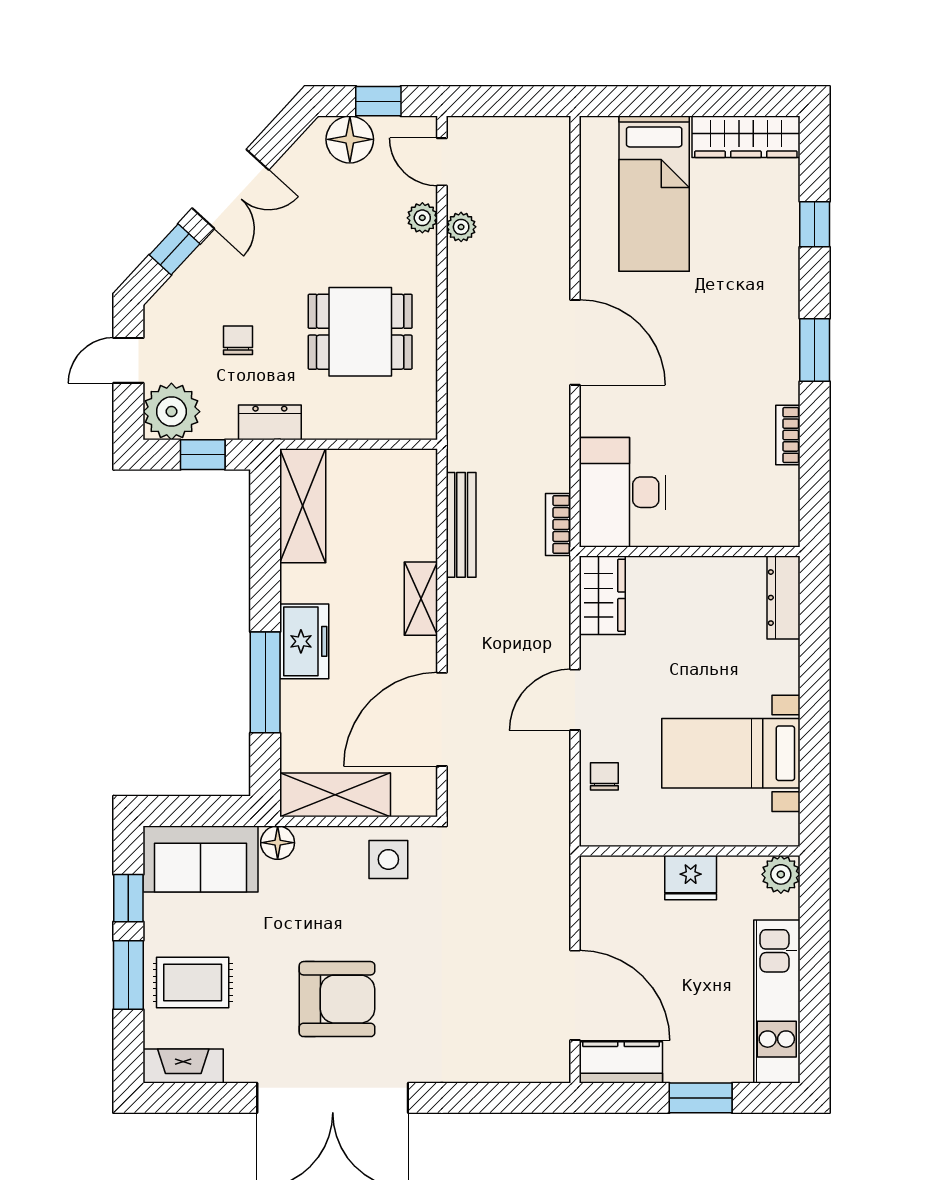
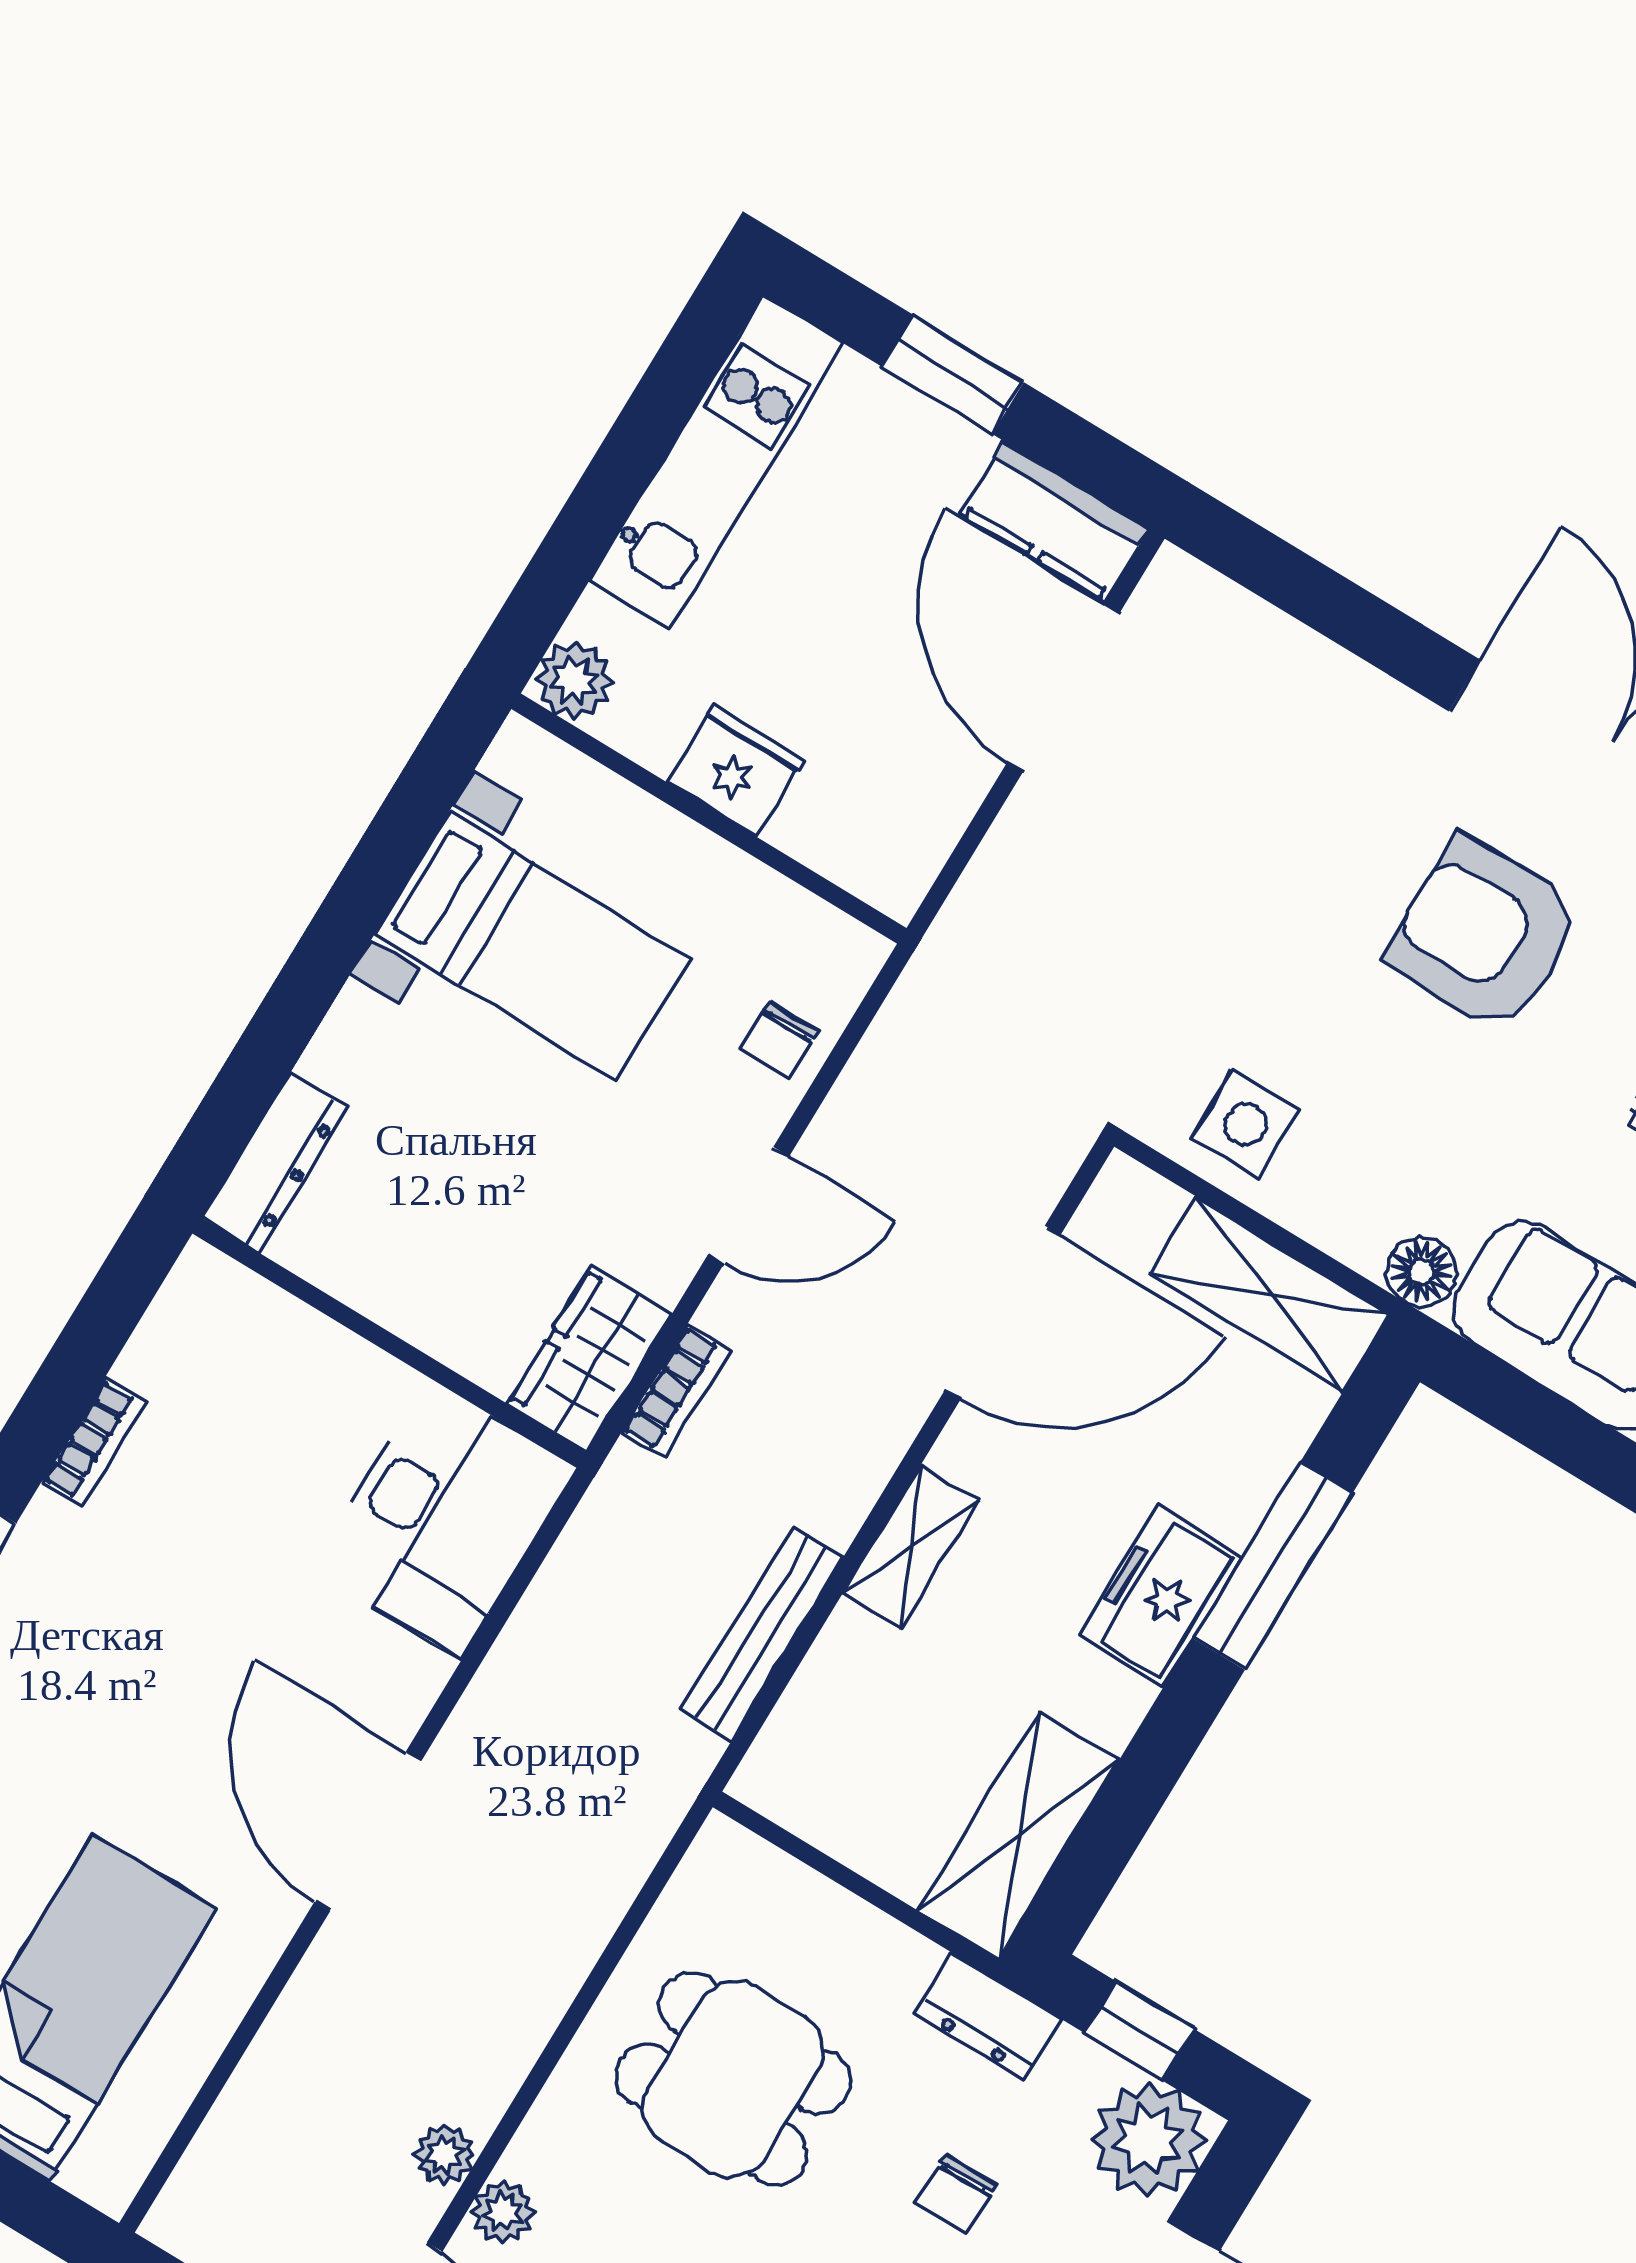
bookcase: (558, 525) -> (676, 1392), moved

